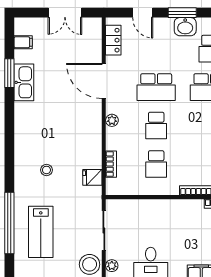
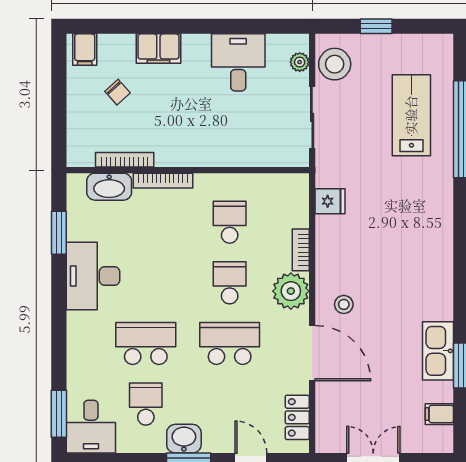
plant: (112, 120) -> (291, 291), width x1.88, depth x1.88
bookcase: (111, 164) -> (301, 250), moved
stool: (46, 170) -> (344, 304), moved

